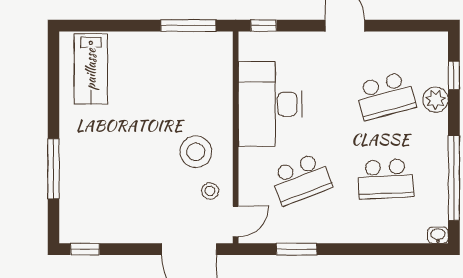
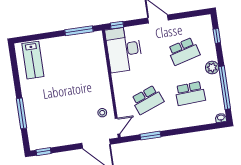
plant: (436, 100) -> (212, 67), moved
desk: (270, 104) -> (124, 49), moved
stool: (196, 152) -> (92, 94), removed

